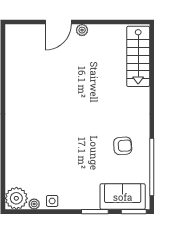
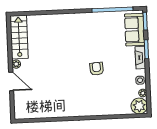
stairs: (138, 56) -> (19, 37), moved, turned -90
armchair: (123, 146) -> (97, 69), moved
fireplace: (83, 203) -> (140, 58), added

